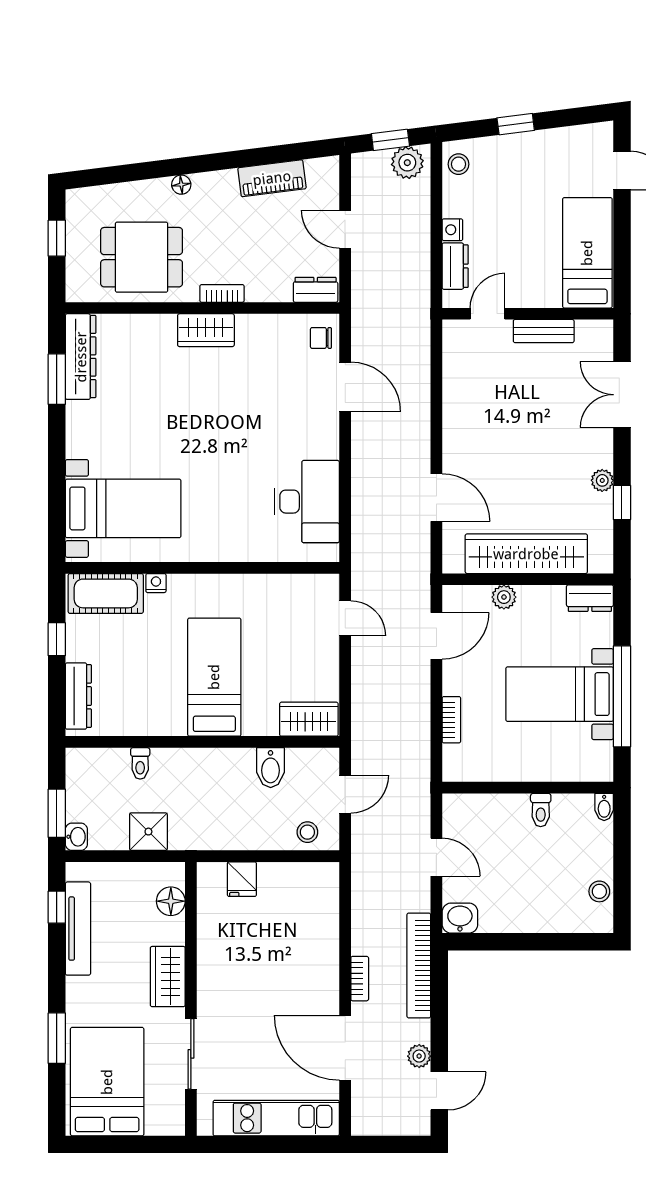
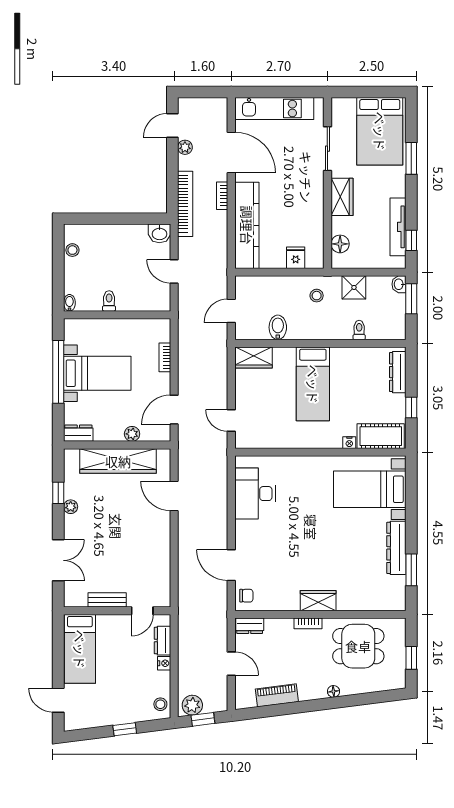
dresser: (81, 357) -> (396, 548), moved
stool: (307, 832) -> (317, 296), moved
kitchen counter: (320, 931) -> (247, 225), added

